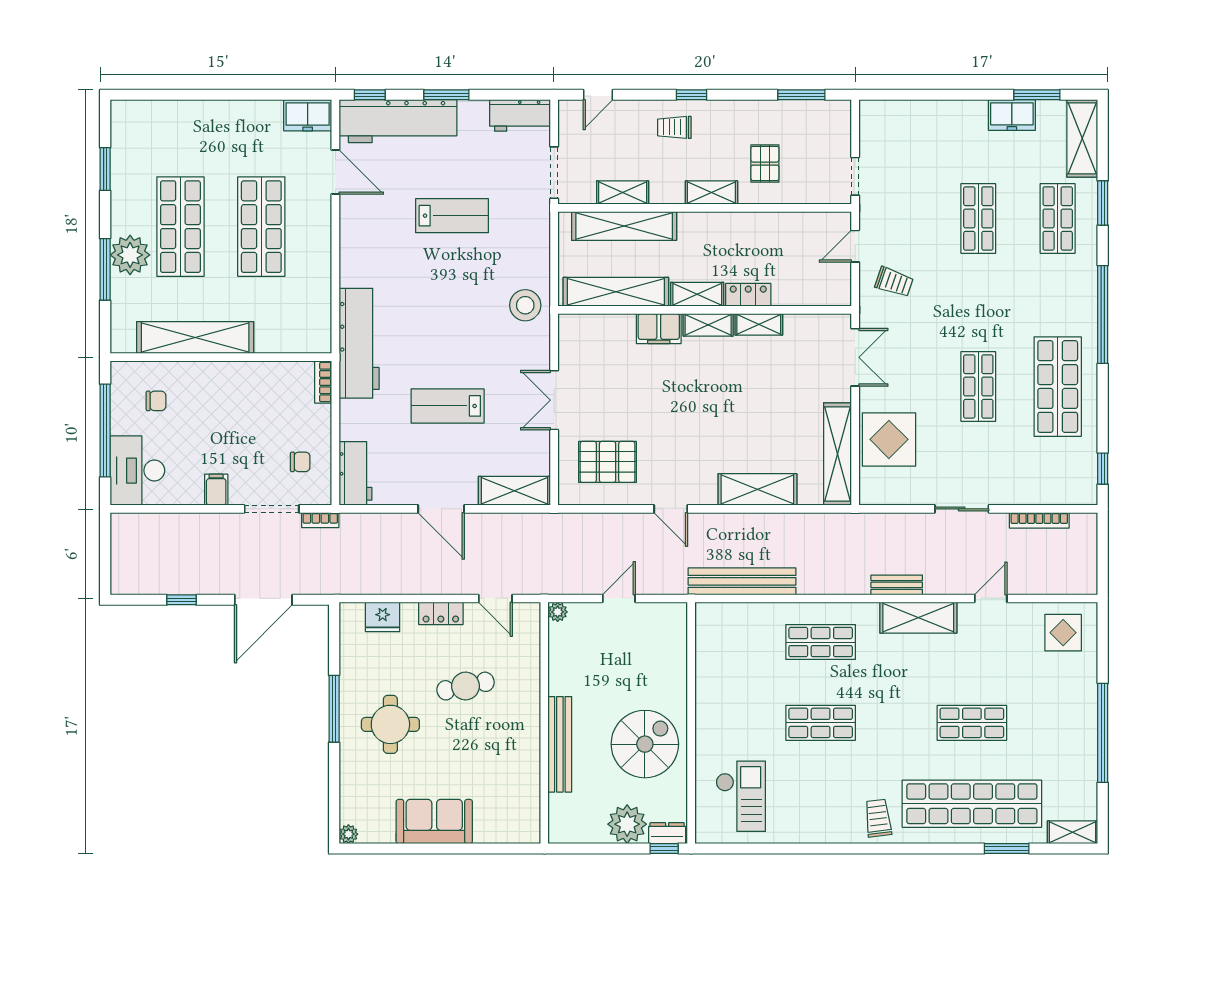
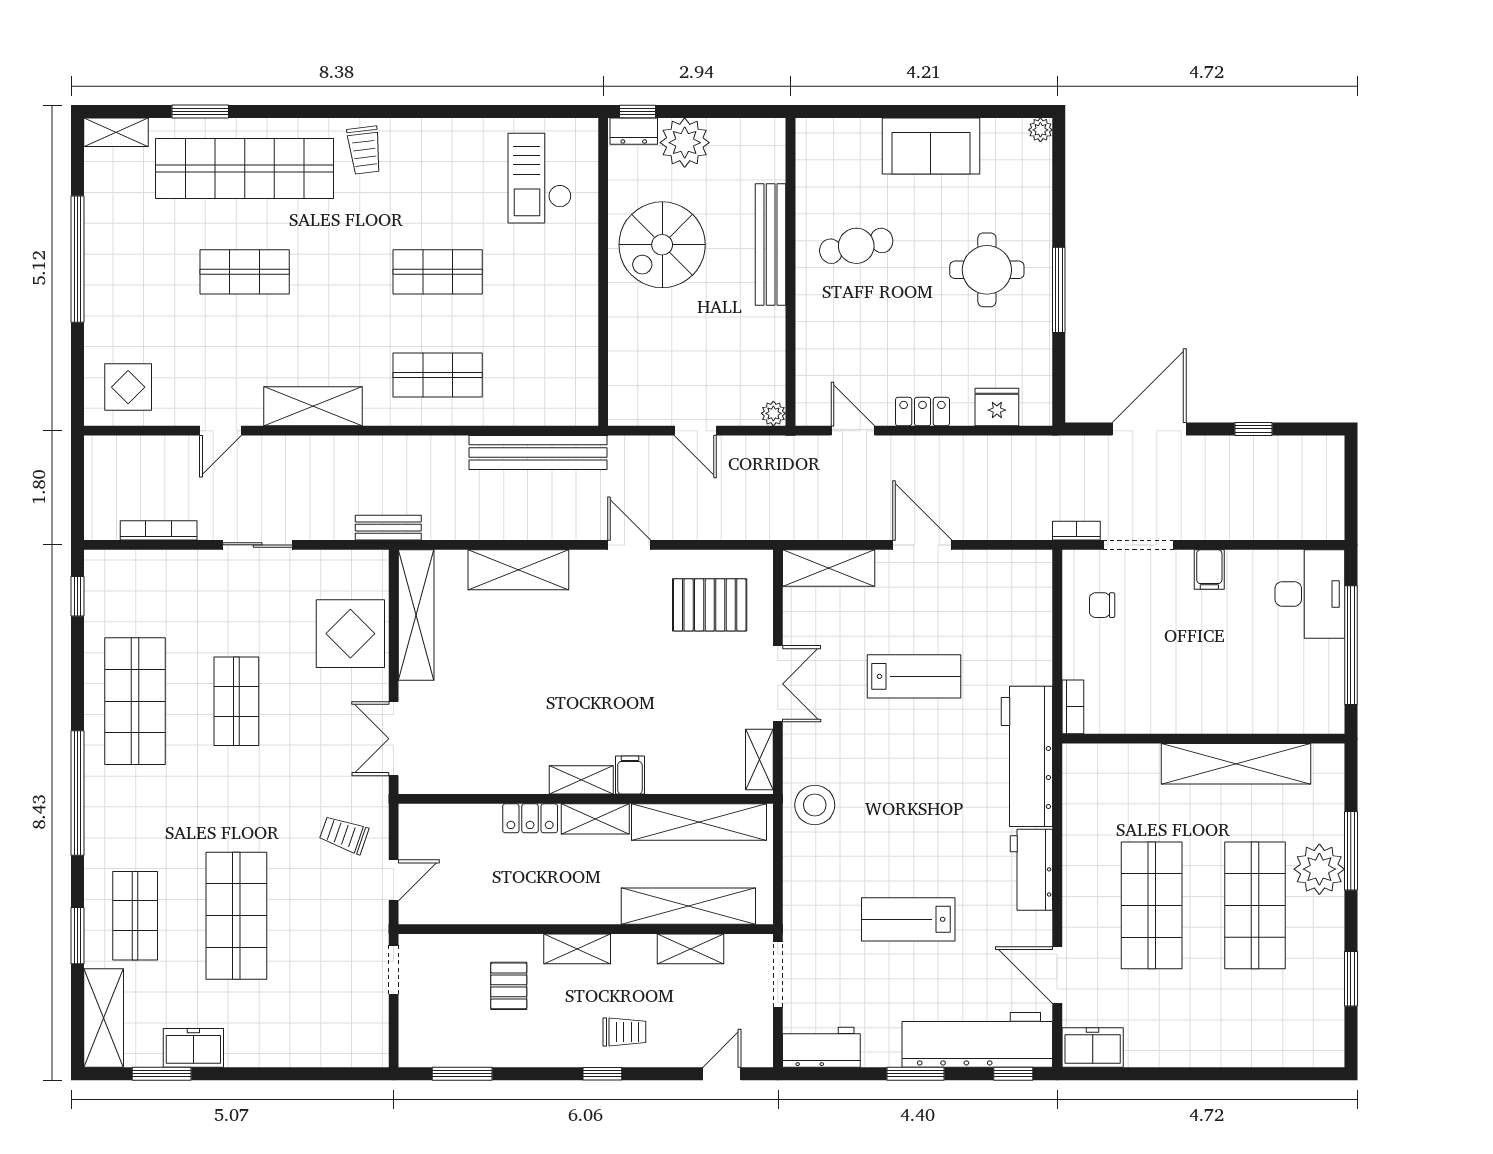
shop shelf: (978, 218) -> (236, 916), width x1.43, depth x1.36
shelving: (759, 324) -> (759, 760), moved, turned 90
filing cabinet: (659, 329) -> (630, 775), width x0.50
chair: (156, 401) -> (1286, 683), removed
workbench: (355, 473) -> (1031, 870), moved
bench: (897, 585) -> (388, 528), moved
door: (619, 598) -> (695, 431), hinge flipped
cafe table: (466, 686) -> (856, 246), moved

